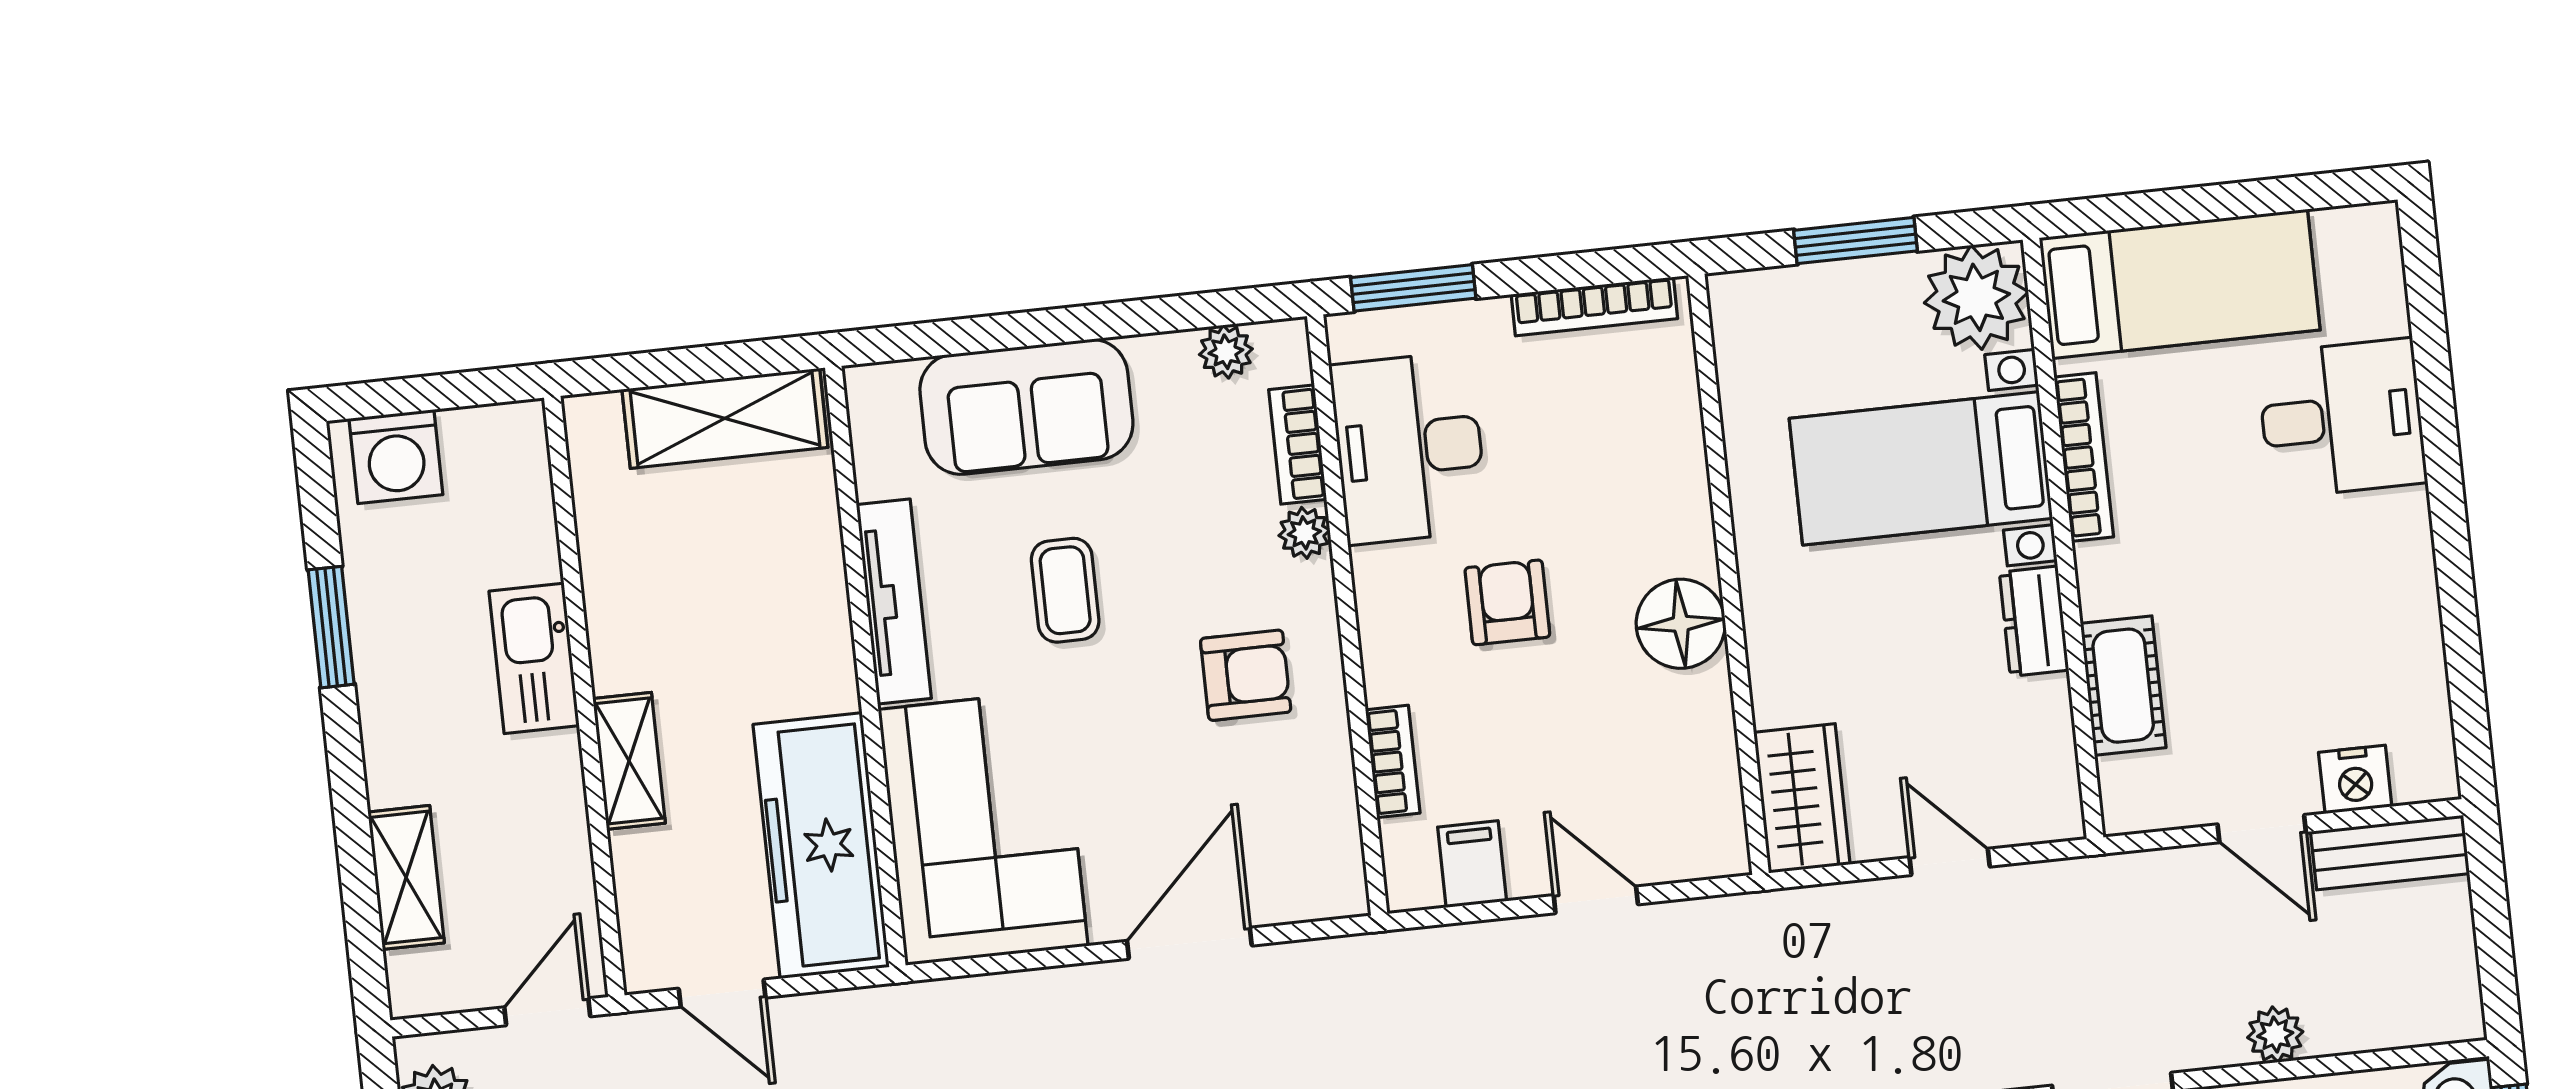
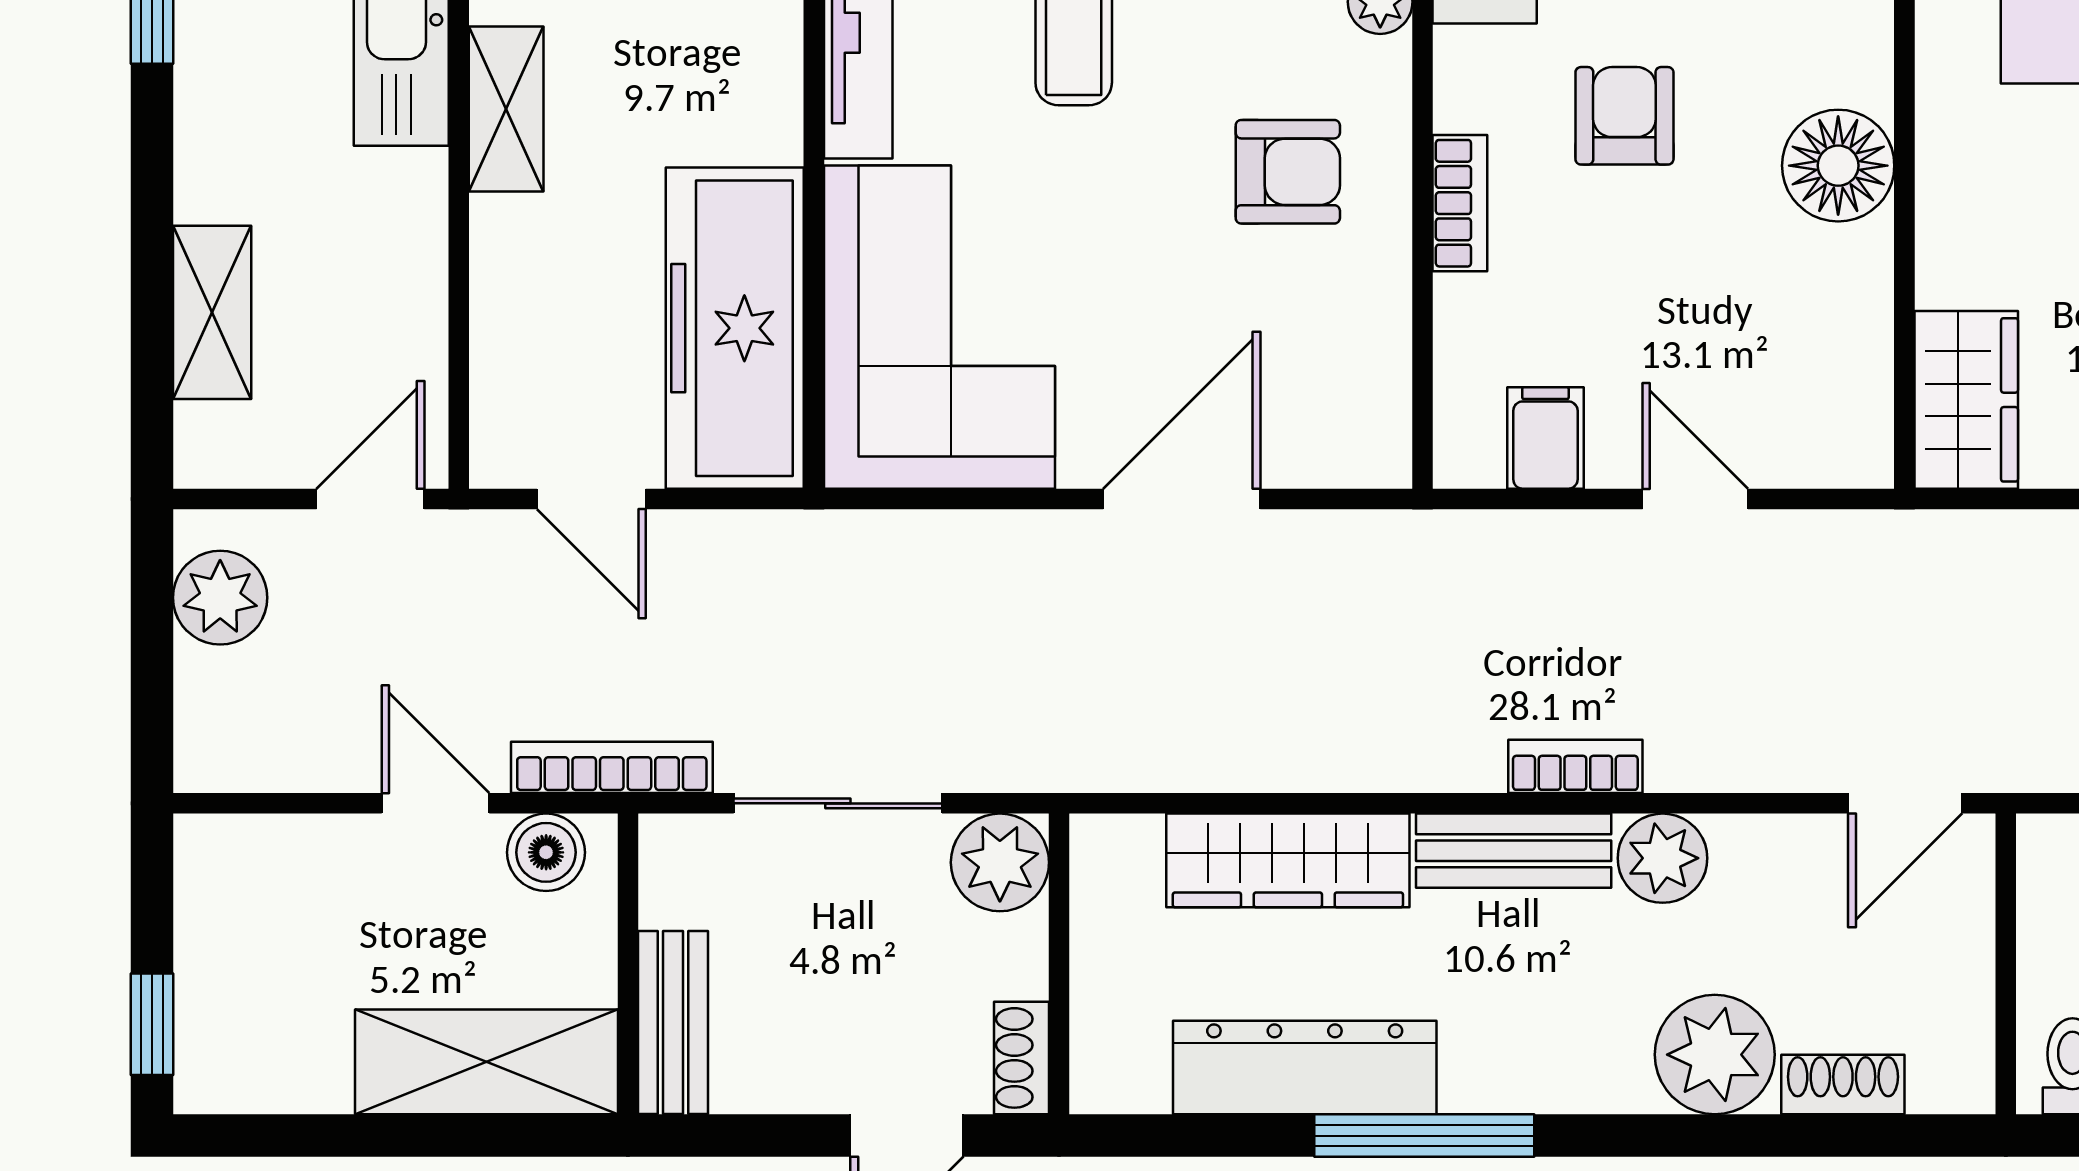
shelving: (629, 761) -> (506, 109), moved
bookcase: (1393, 761) -> (1460, 203), moved

